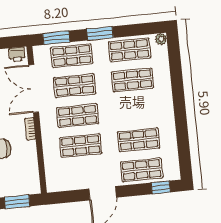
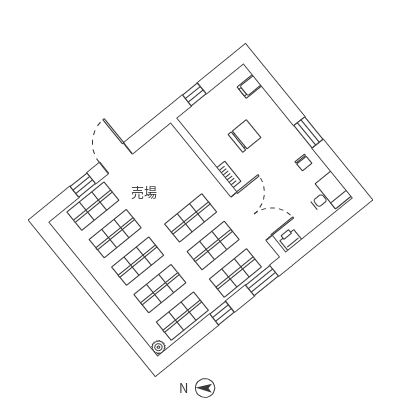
window: (100, 33) -> (222, 313), width x0.67
shop shelf: (81, 146) -> (138, 261), moved
window: (161, 187) -> (83, 185), moved
window: (17, 202) -> (194, 94), width x0.67

